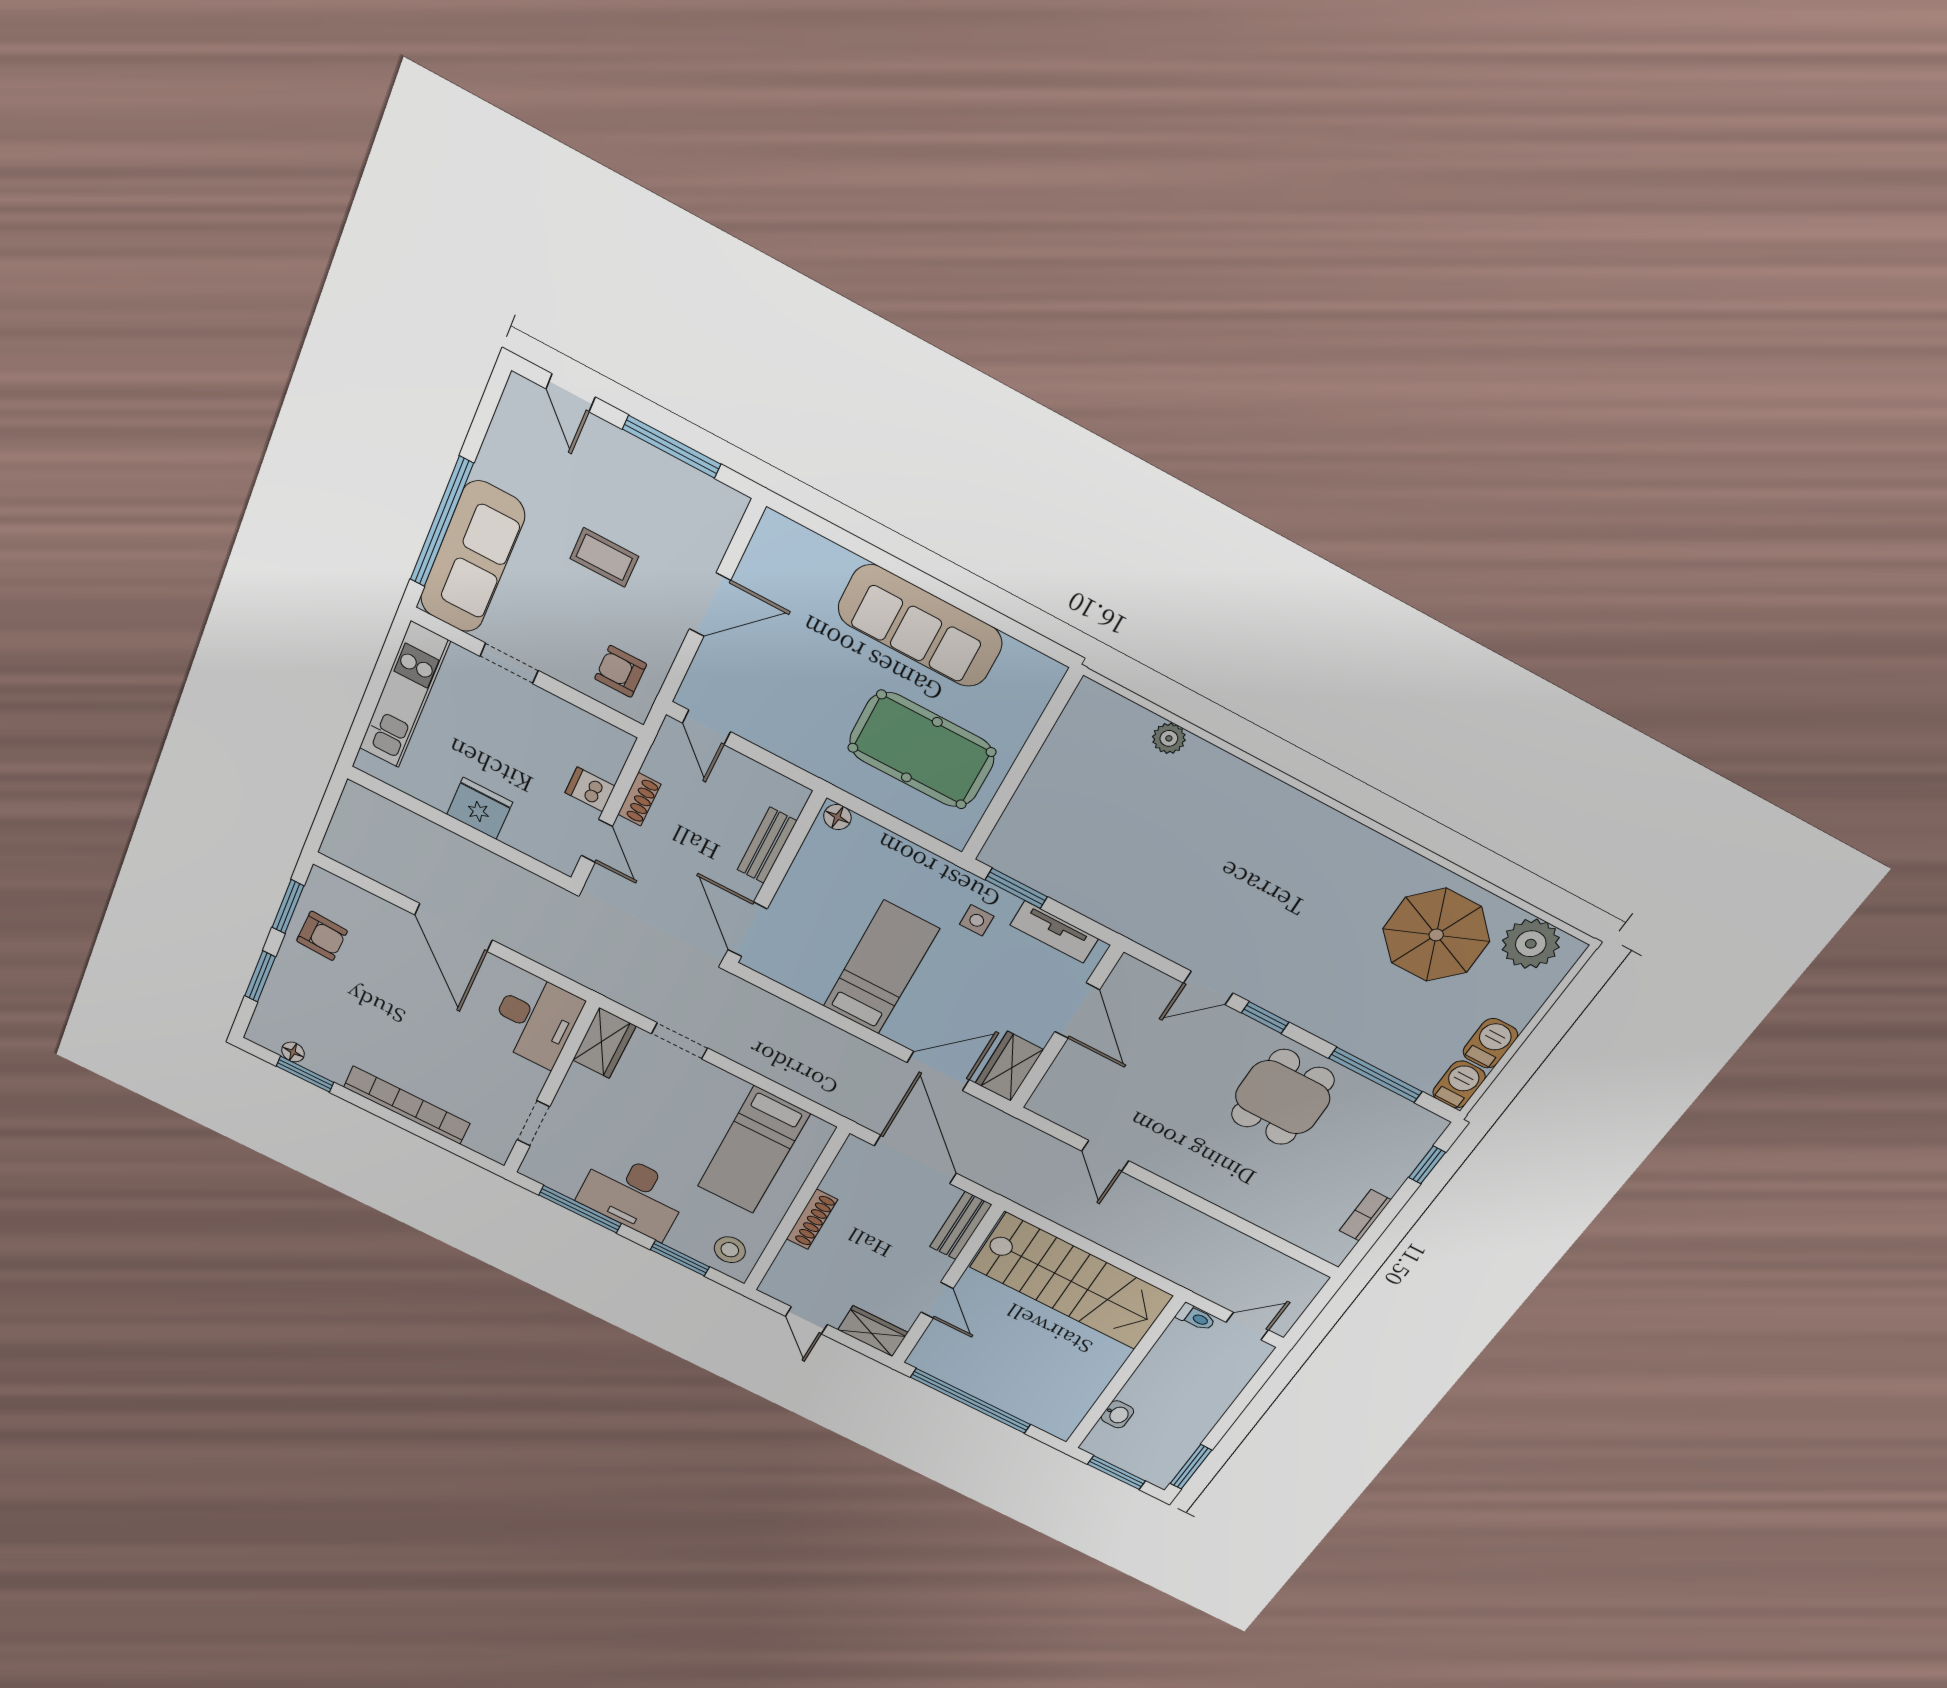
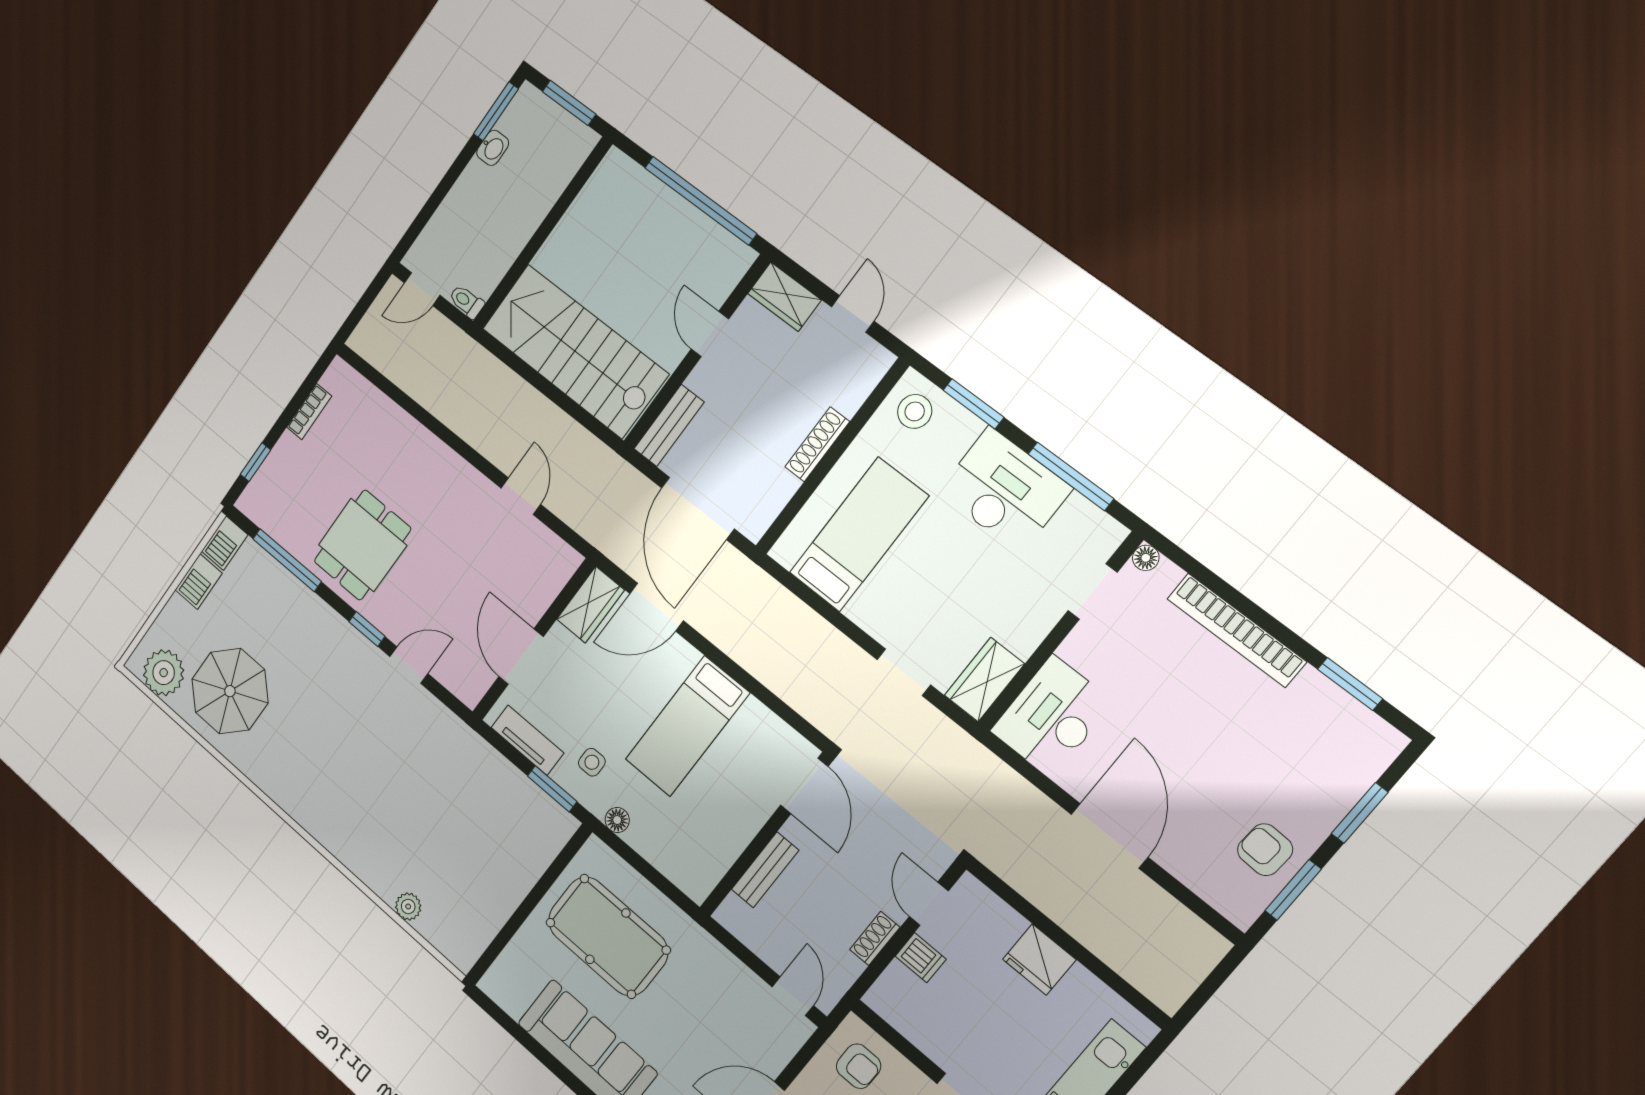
floor lamp: (837, 817) -> (617, 820), moved
floor lamp: (293, 1052) -> (1146, 558), moved
washbasin: (1117, 1414) -> (493, 148), moved, turned 180

